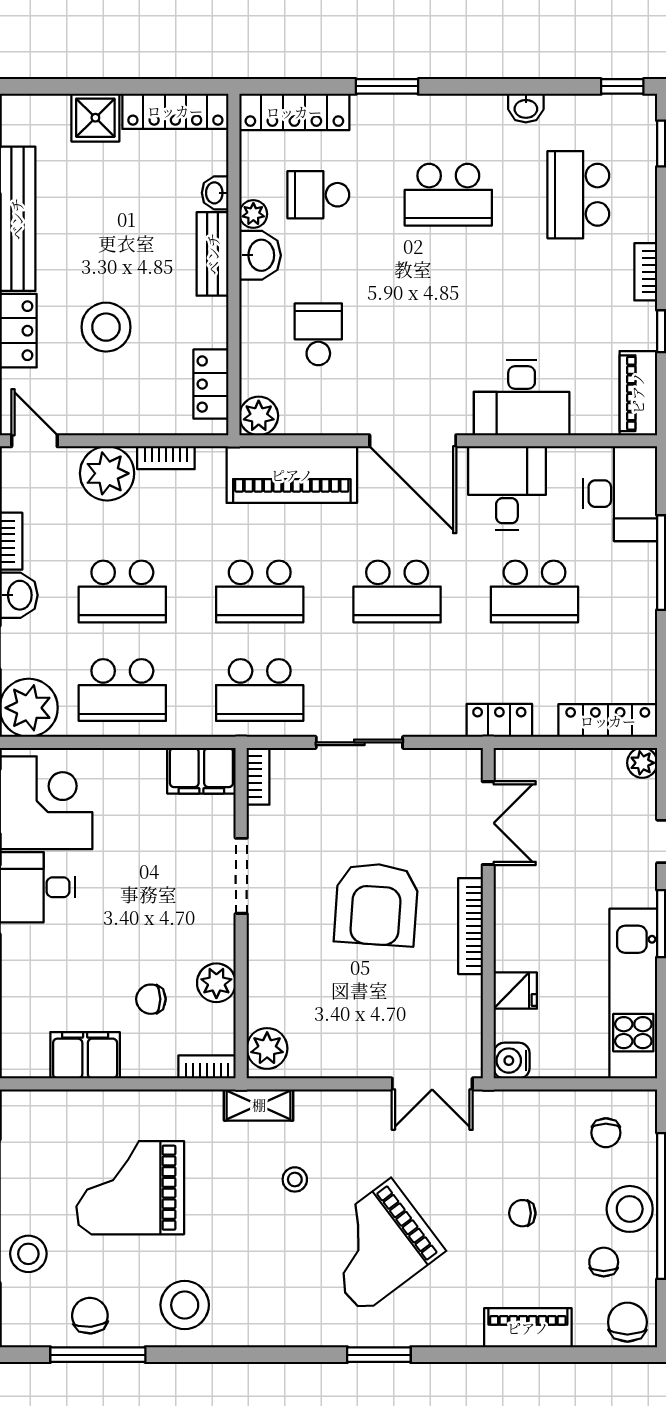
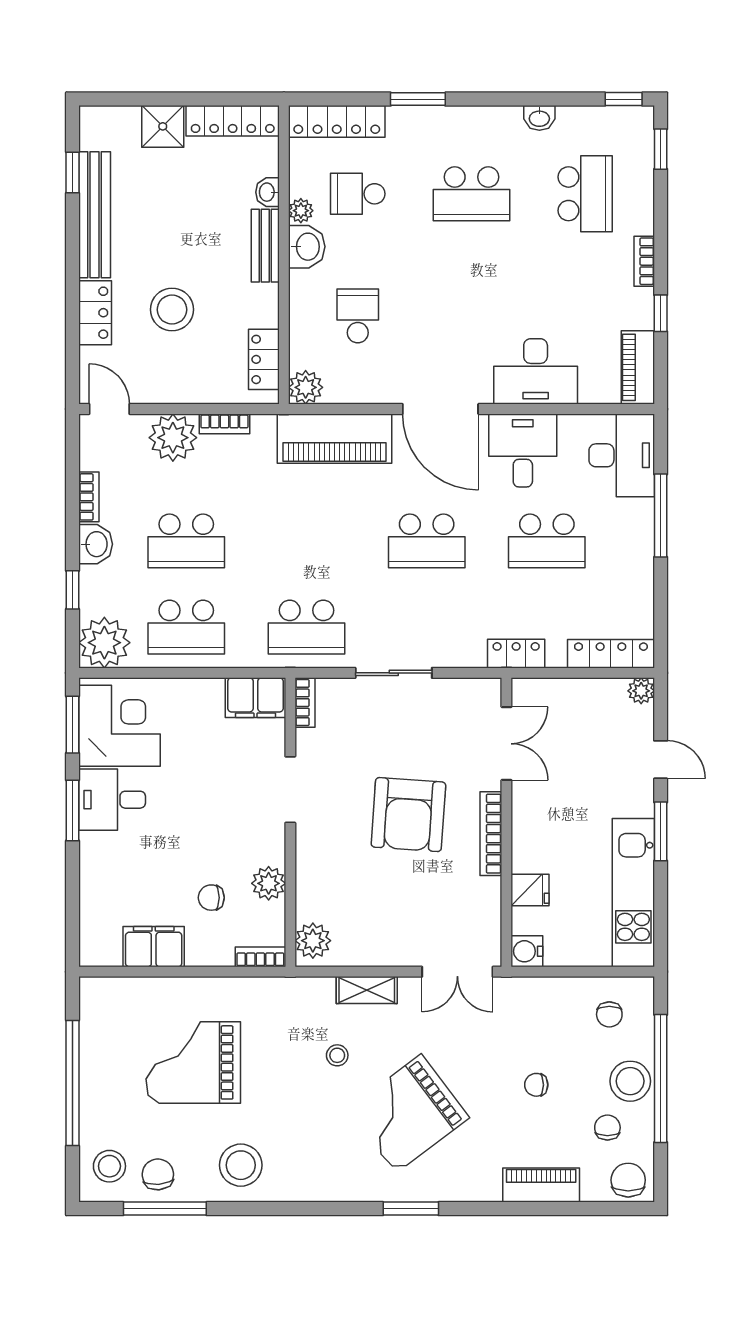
school desk: (578, 195) -> (585, 194), turned 180
school desk: (260, 592) -> (306, 541), removed
shelving: (259, 1105) -> (367, 990), moved
stool: (28, 1254) -> (109, 1166), moved

